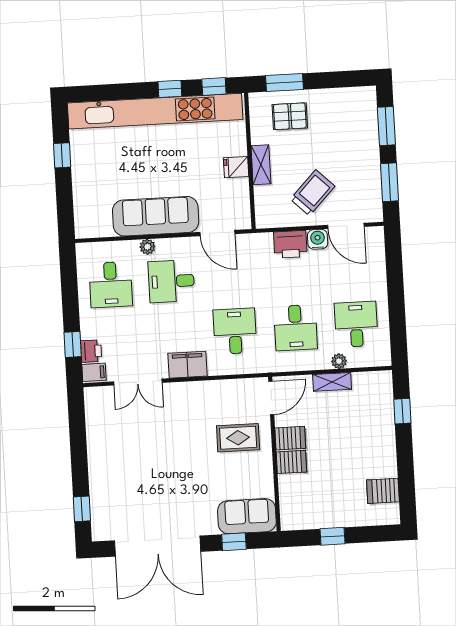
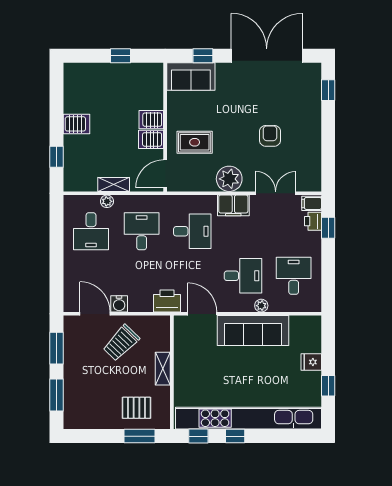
fridge: (236, 167) -> (311, 362), moved, turned 180
printer: (290, 244) -> (167, 301), moved
desk: (235, 331) -> (192, 231), turned -90
plant: (194, 396) -> (229, 179), added
armchair: (148, 450) -> (270, 136), added
server rack: (383, 491) -> (76, 124), moved

